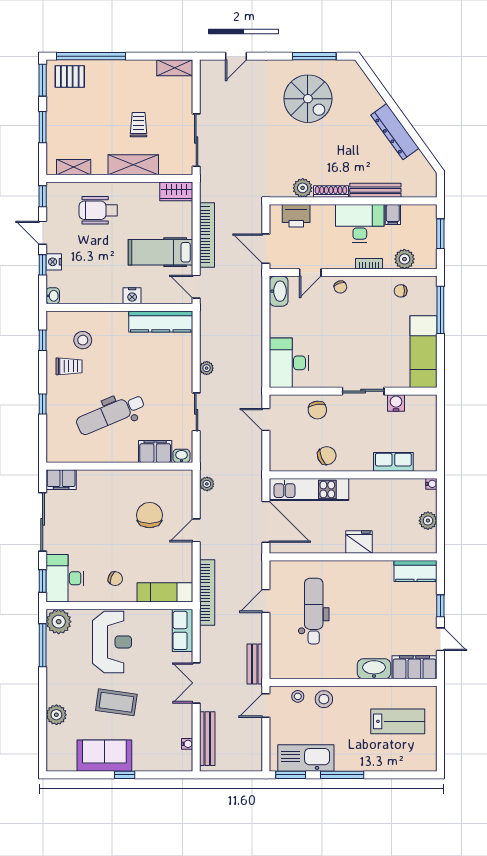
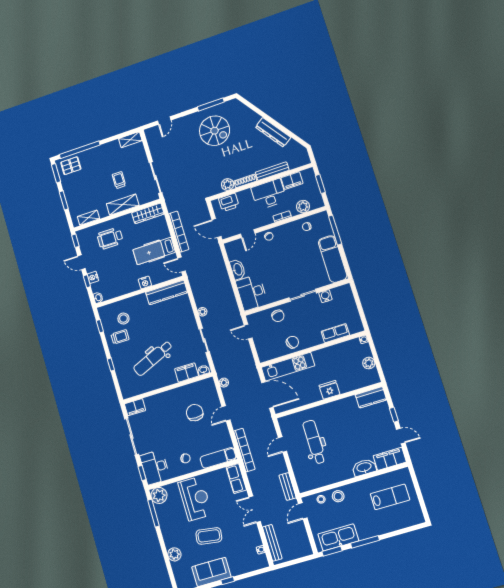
wardrobe: (176, 191) -> (148, 213), width x1.50
filing cabinet: (393, 215) -> (292, 181), width x2.00
washbasin: (279, 291) -> (238, 269), moved

